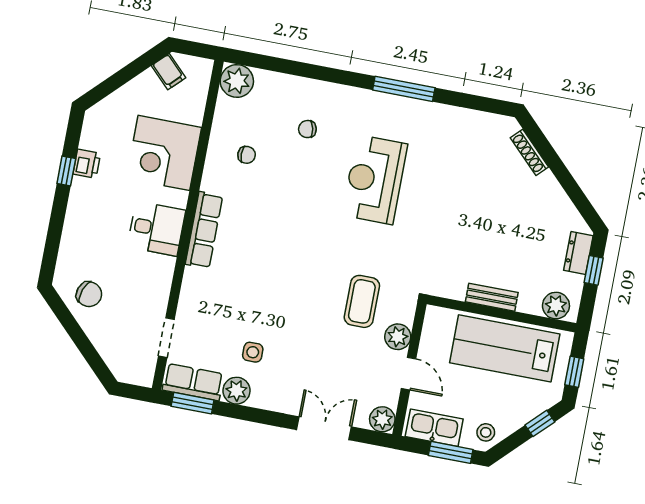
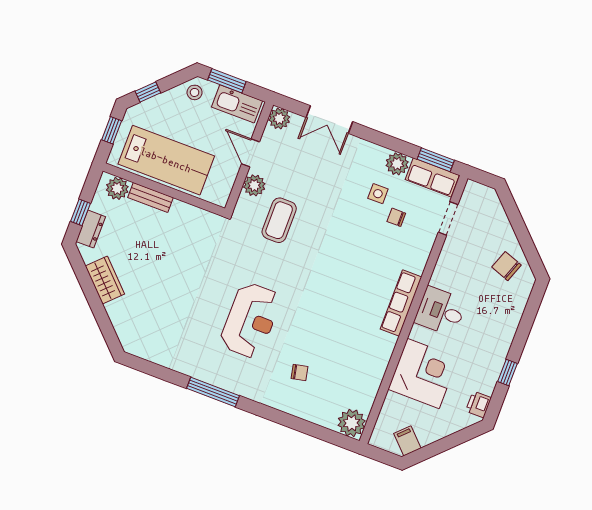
shoe rack: (529, 152) -> (117, 321), removed
chair: (247, 155) -> (396, 217), moved
printer: (87, 164) -> (478, 404), moved
wardrobe: (552, 197) -> (105, 280), added
bench: (492, 297) -> (150, 198), moved

